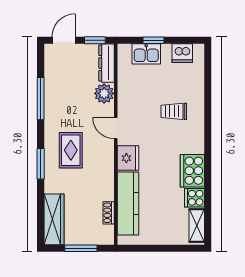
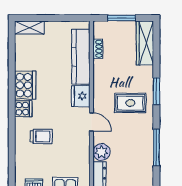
rug: (71, 150) -> (130, 103), turned 90
cooker: (195, 198) -> (23, 109), moved
shelving: (197, 225) -> (29, 28), moved, turned 90

